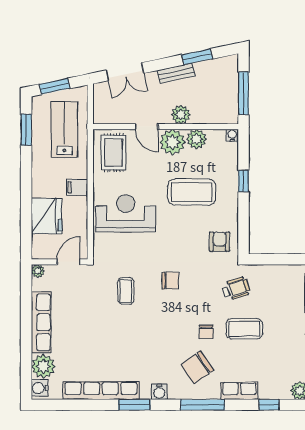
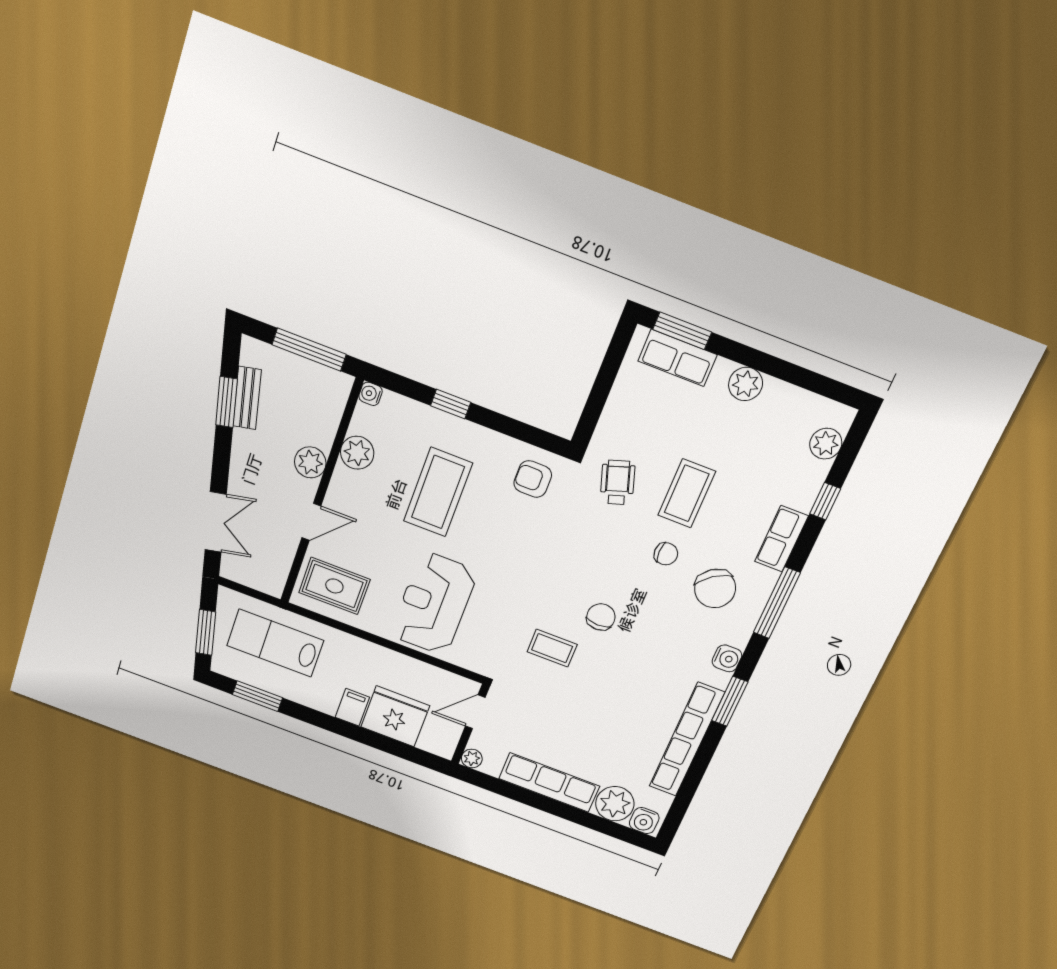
bench: (176, 73) -> (247, 398), moved
plant: (172, 142) -> (349, 492), removed
filing cabinet: (77, 187) -> (352, 707), moved, turned 180
door: (69, 262) -> (475, 712), hinge flipped
chair: (171, 281) -> (601, 617), moved

